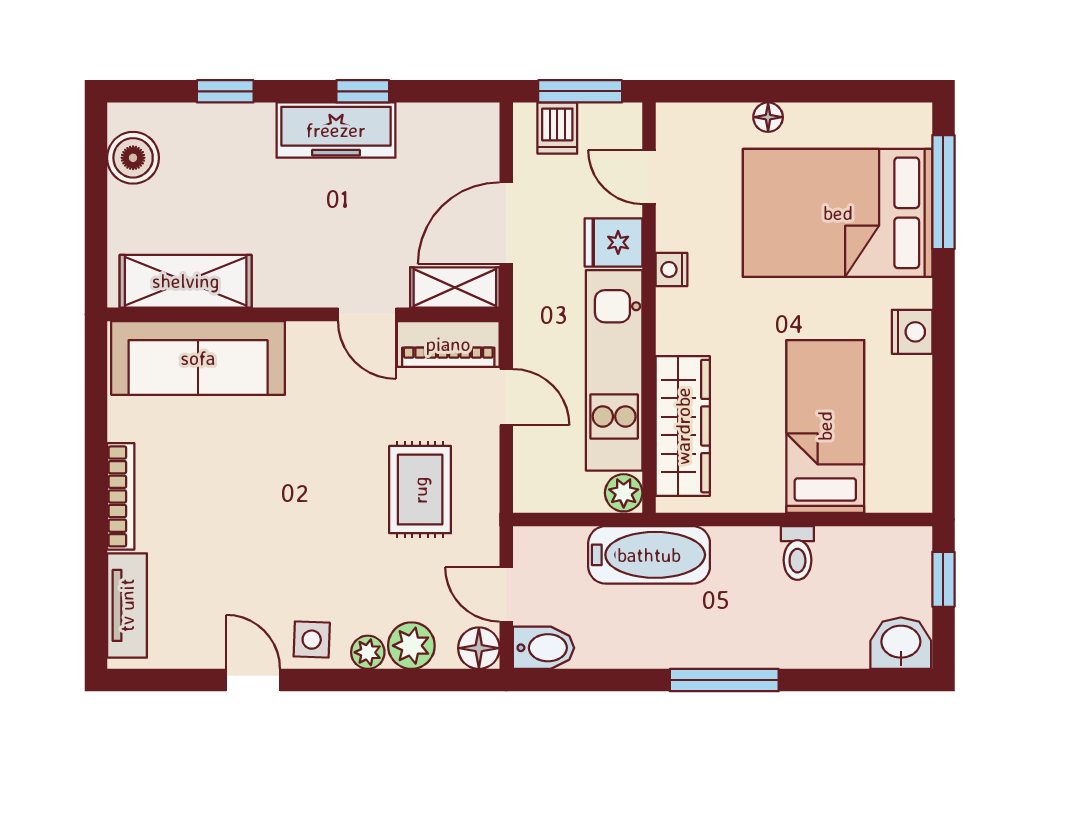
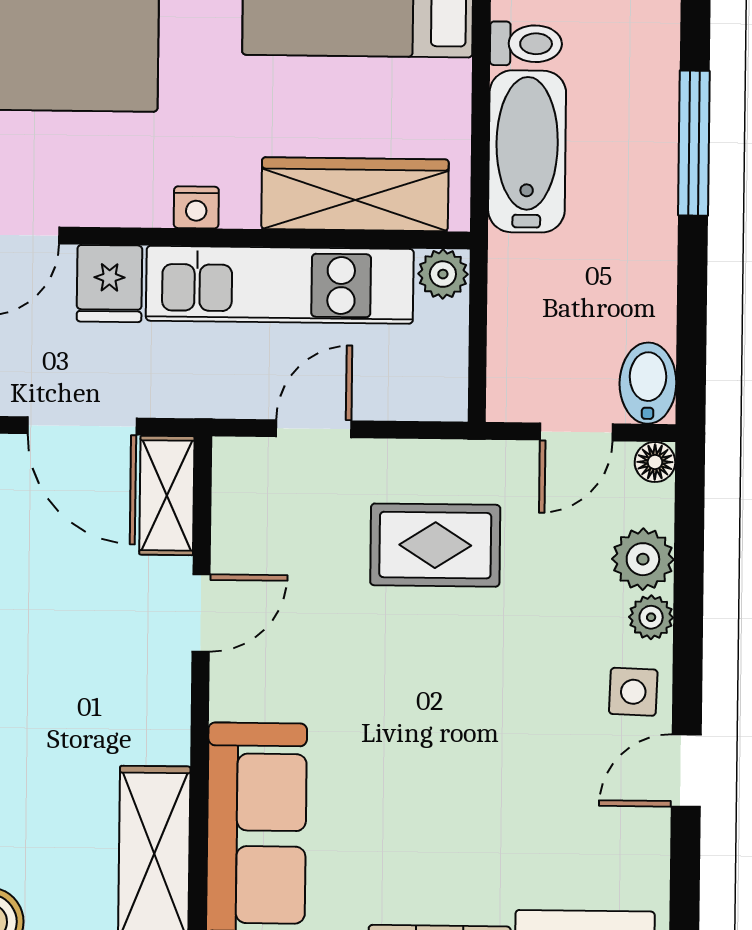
nightstand: (671, 269) -> (196, 207), moved
piano: (448, 344) -> (242, 505), removed
bathtub: (649, 555) -> (527, 151), moved
floor lamp: (479, 648) -> (655, 462), width x0.73, depth x0.73

